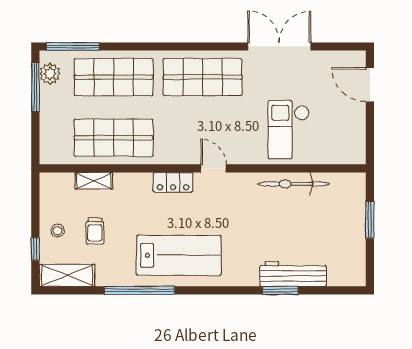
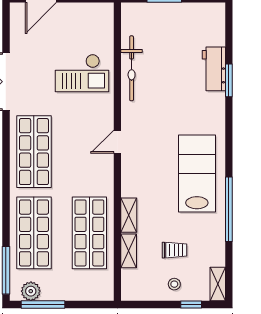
shelving: (133, 181) -> (129, 215), added
locker: (173, 182) -> (130, 179), removed
workbench: (293, 274) -> (214, 69), width x0.73
shelving: (67, 275) -> (218, 284), width x0.67, depth x0.75

